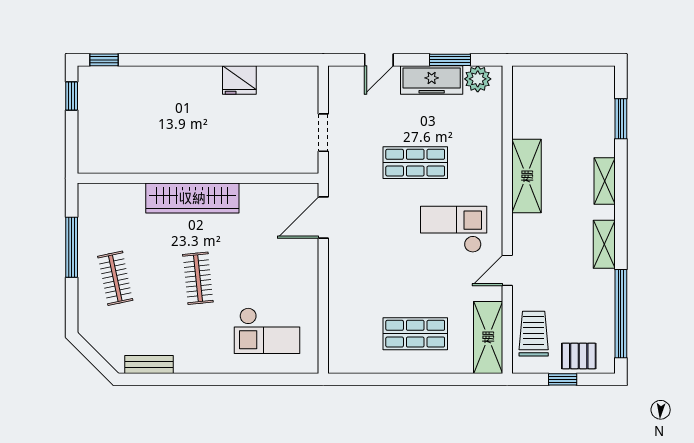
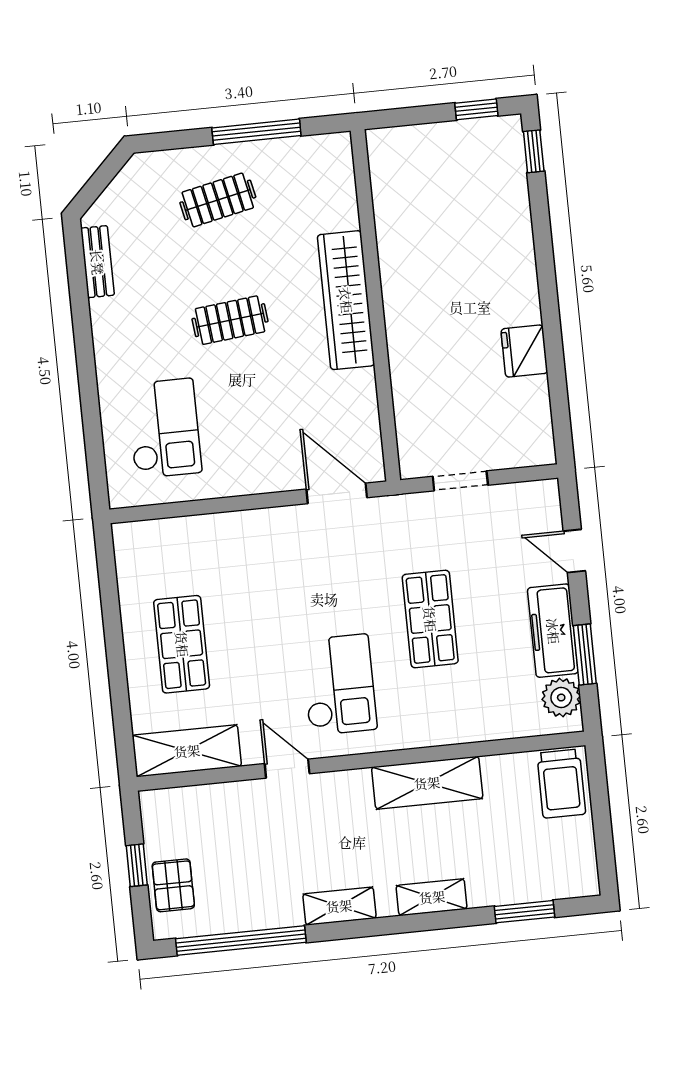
checkout: (267, 331) -> (164, 428), turned 180
trolley: (534, 334) -> (561, 784), moved, turned 90

